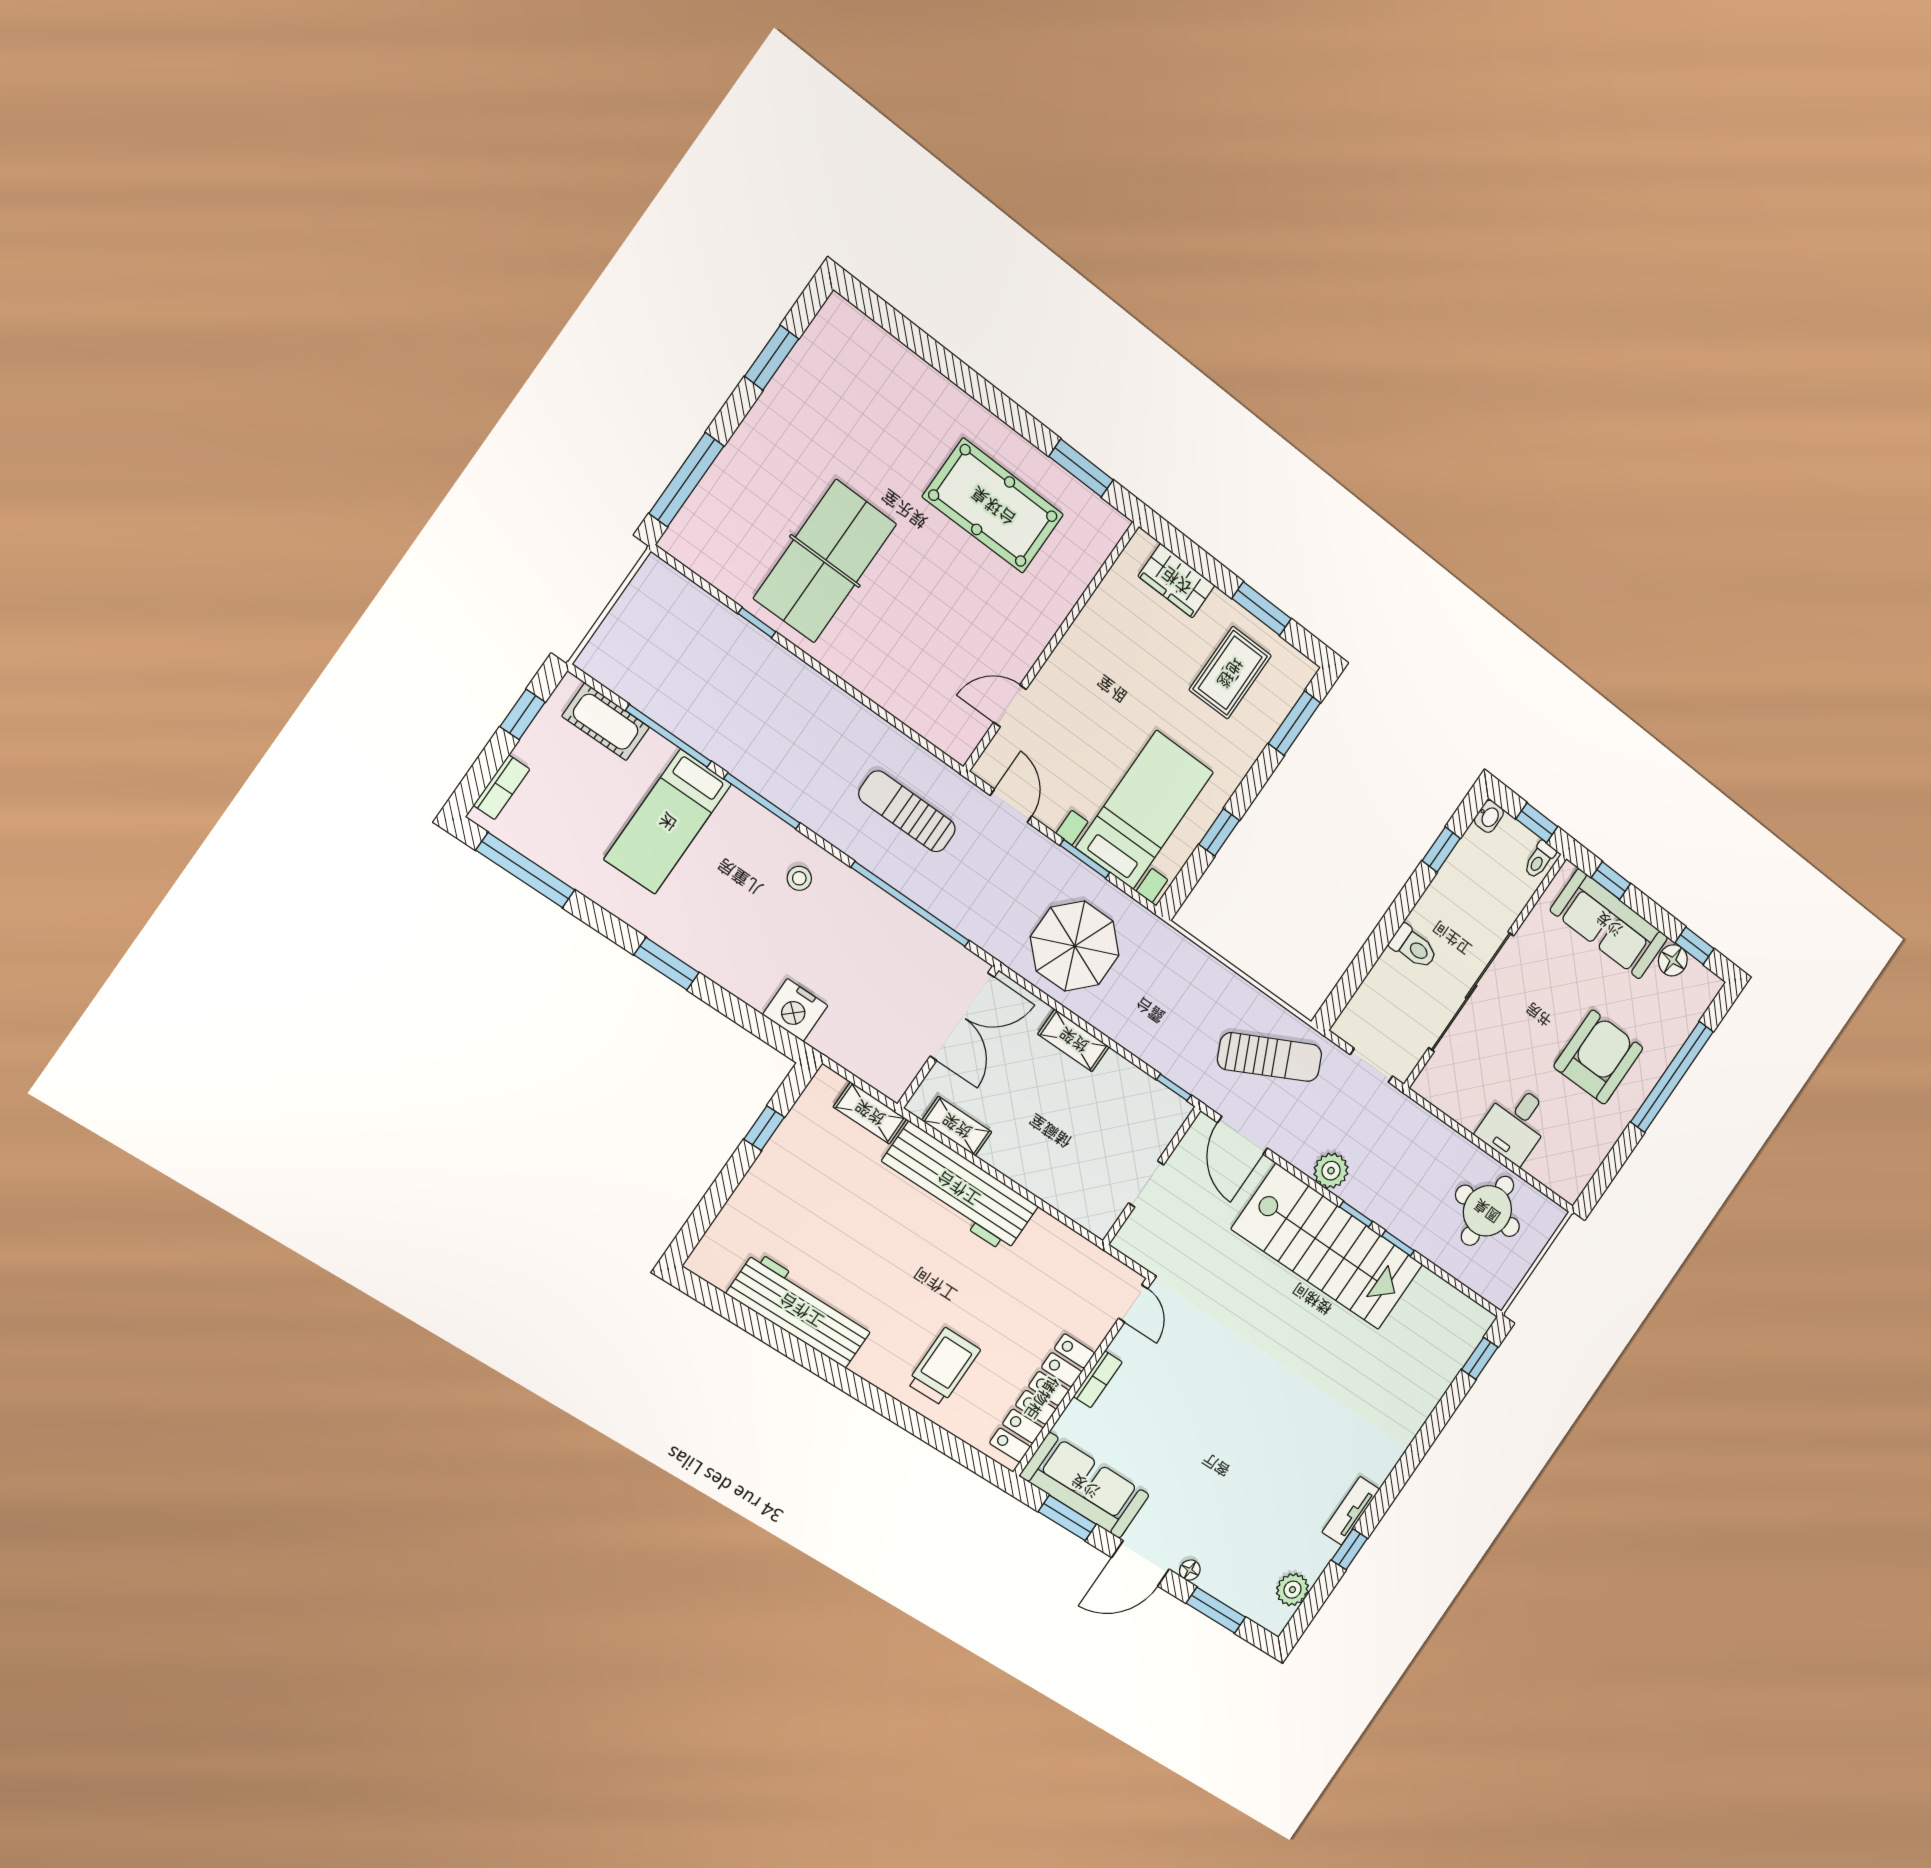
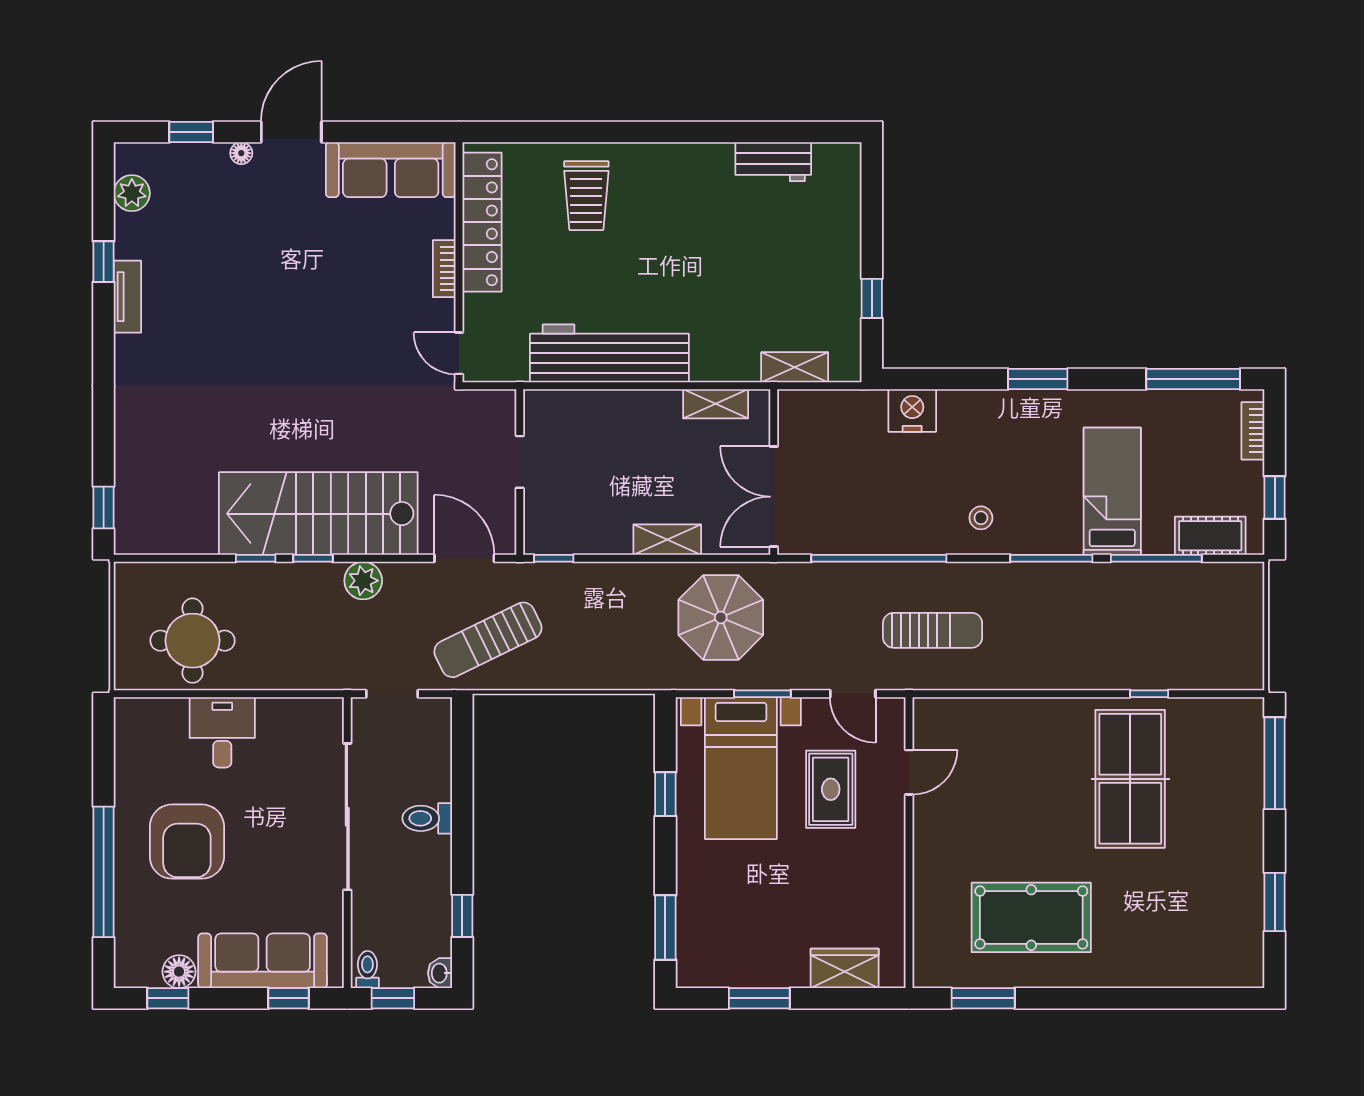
rug: (1230, 673) -> (831, 789), moved
workbench: (958, 1188) -> (609, 353), moved
workbench: (801, 1310) -> (773, 162), width x0.53, depth x0.76
window: (1067, 1518) -> (386, 132), removed
window: (1216, 1610) -> (191, 132), width x0.67

